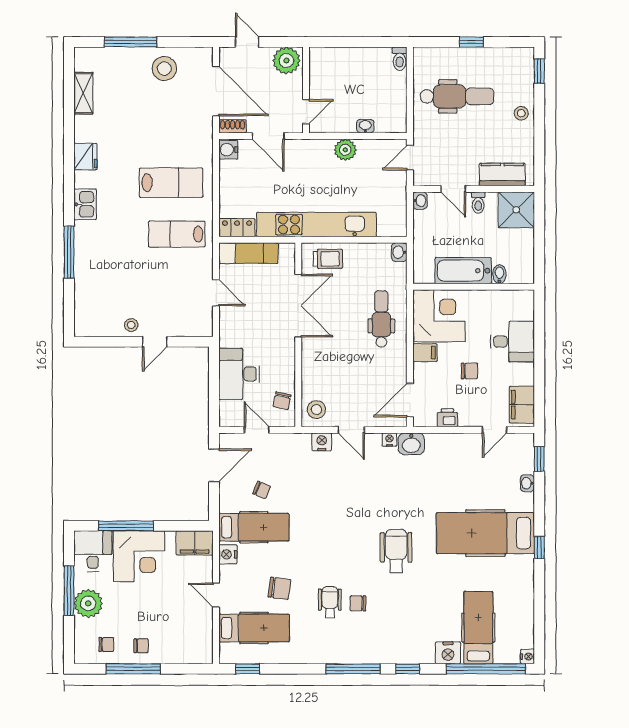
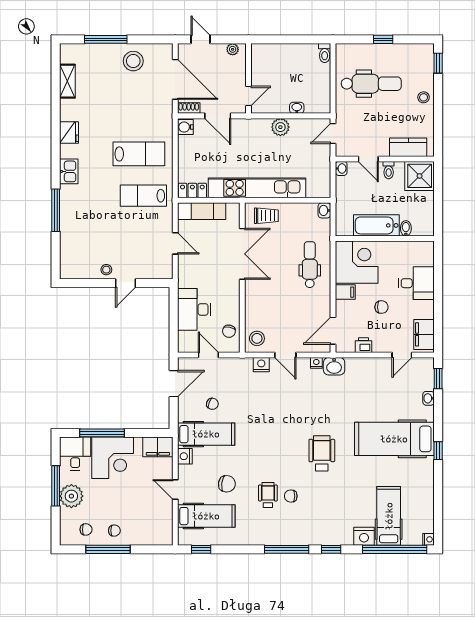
plant: (286, 61) -> (233, 49), width x0.53, depth x0.53

